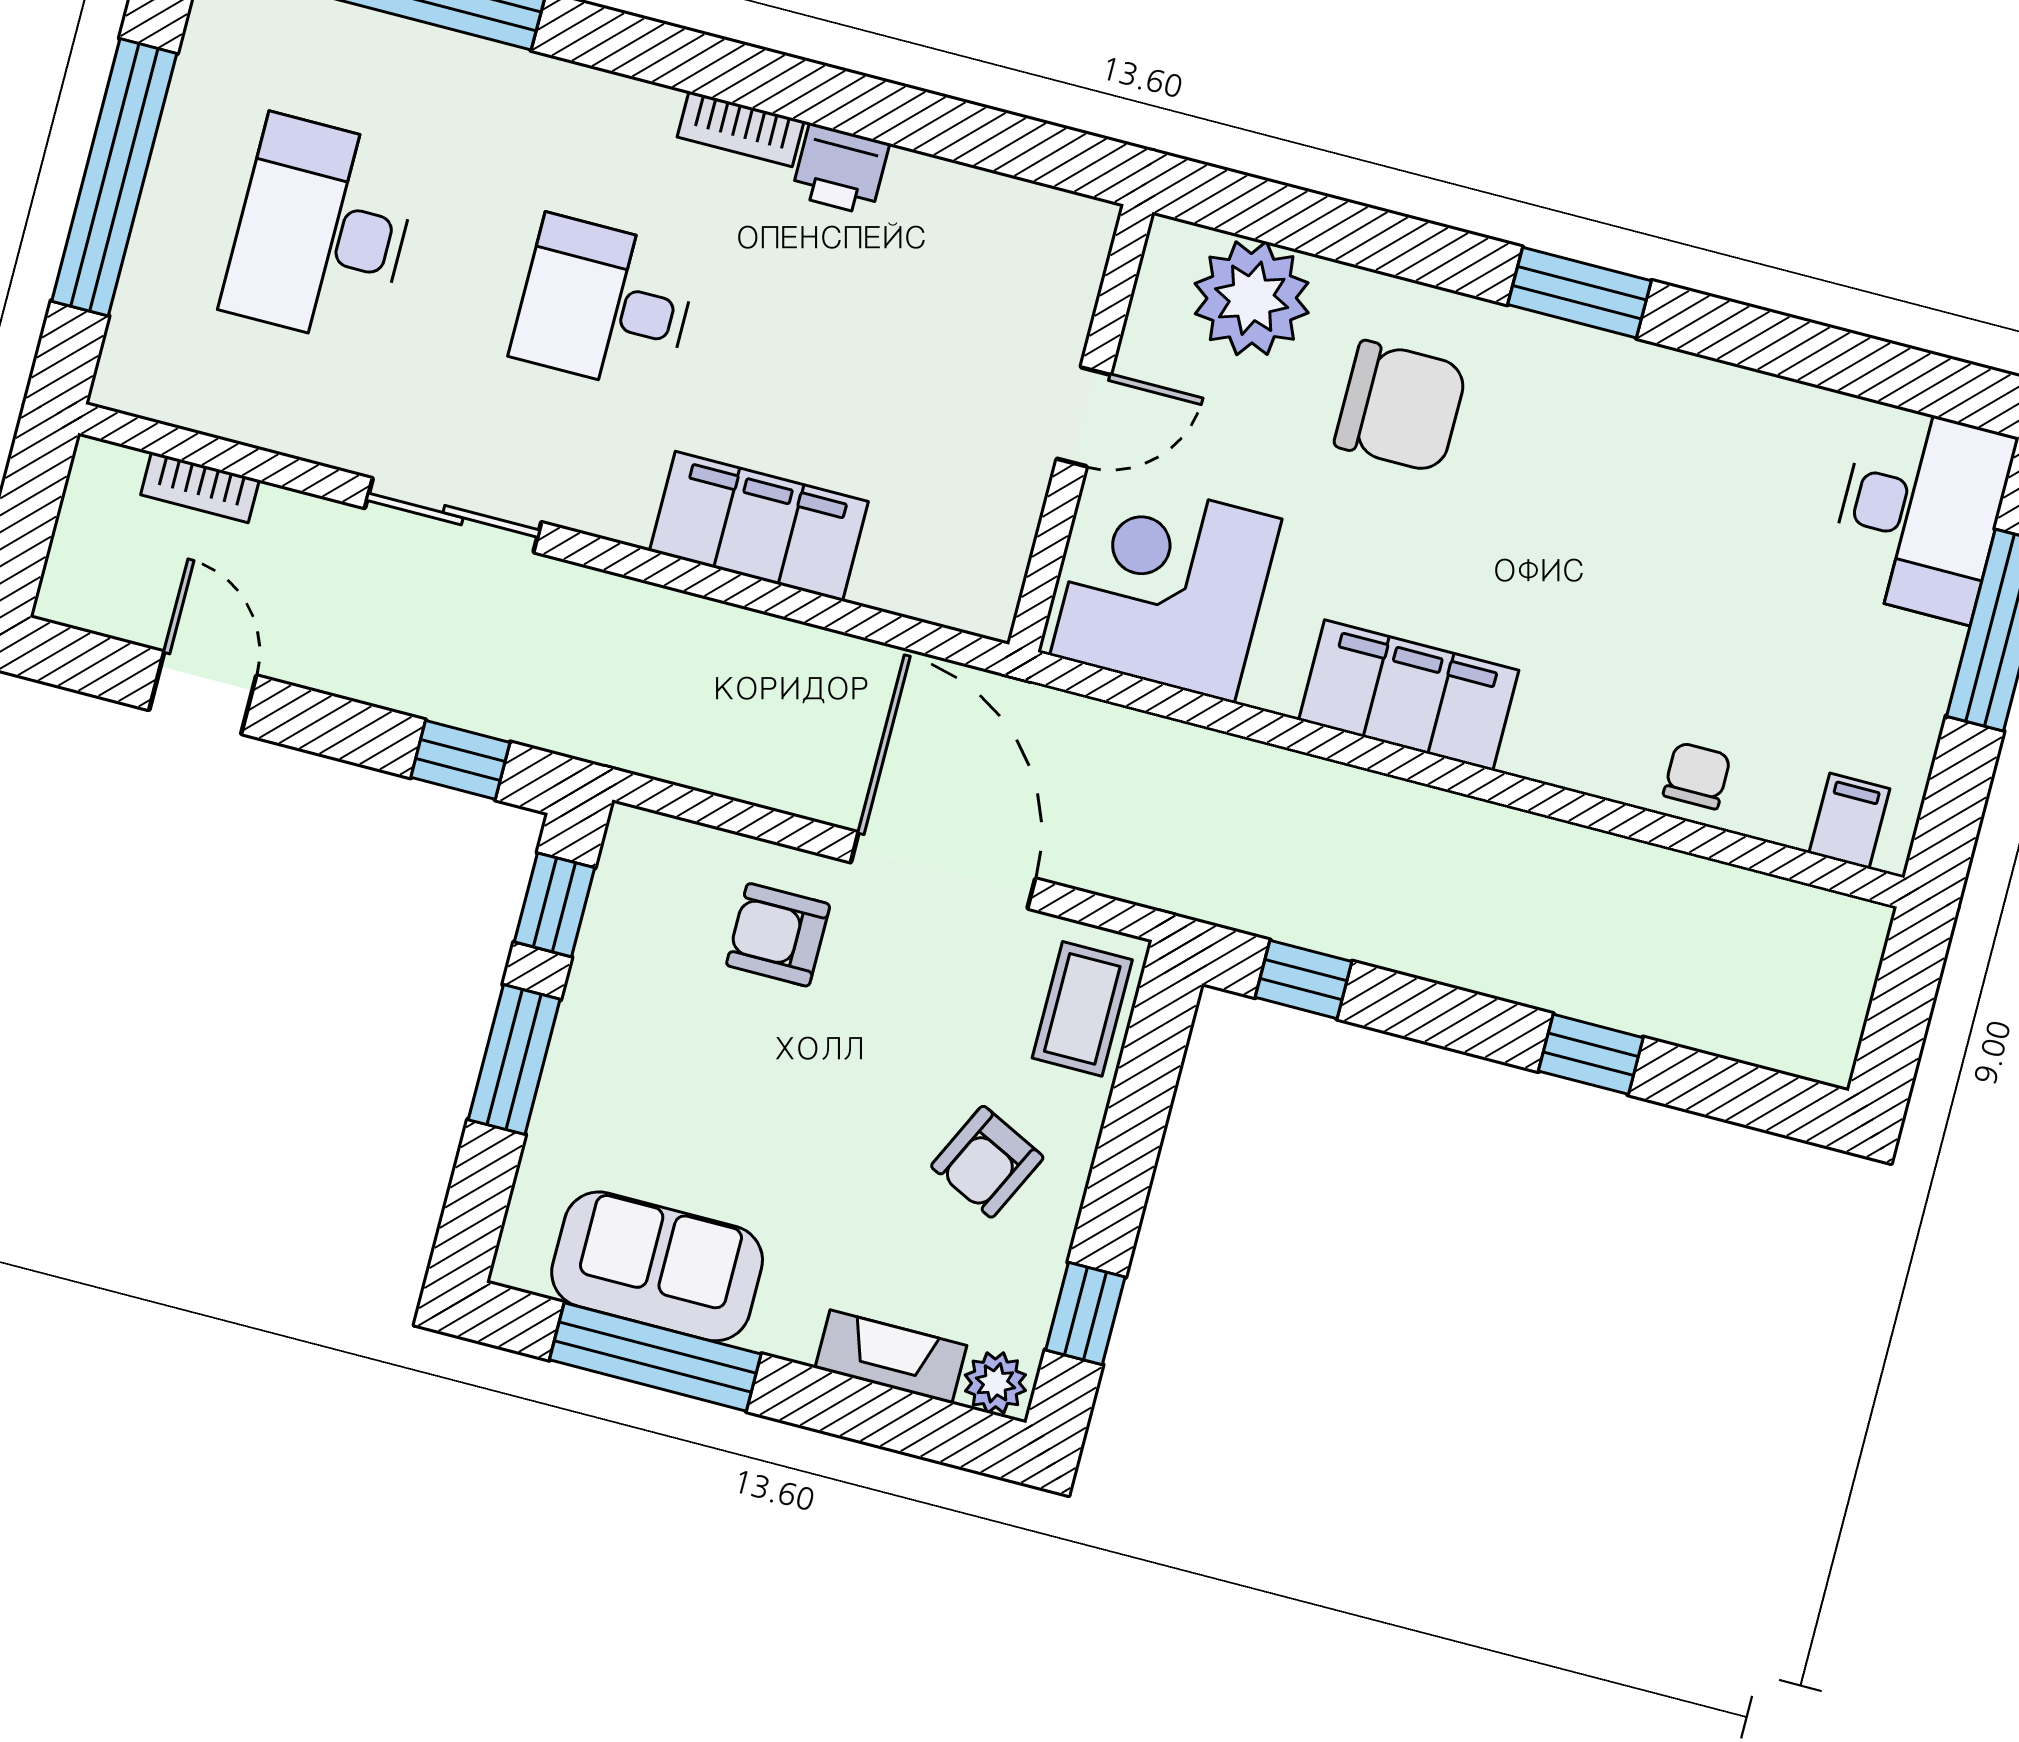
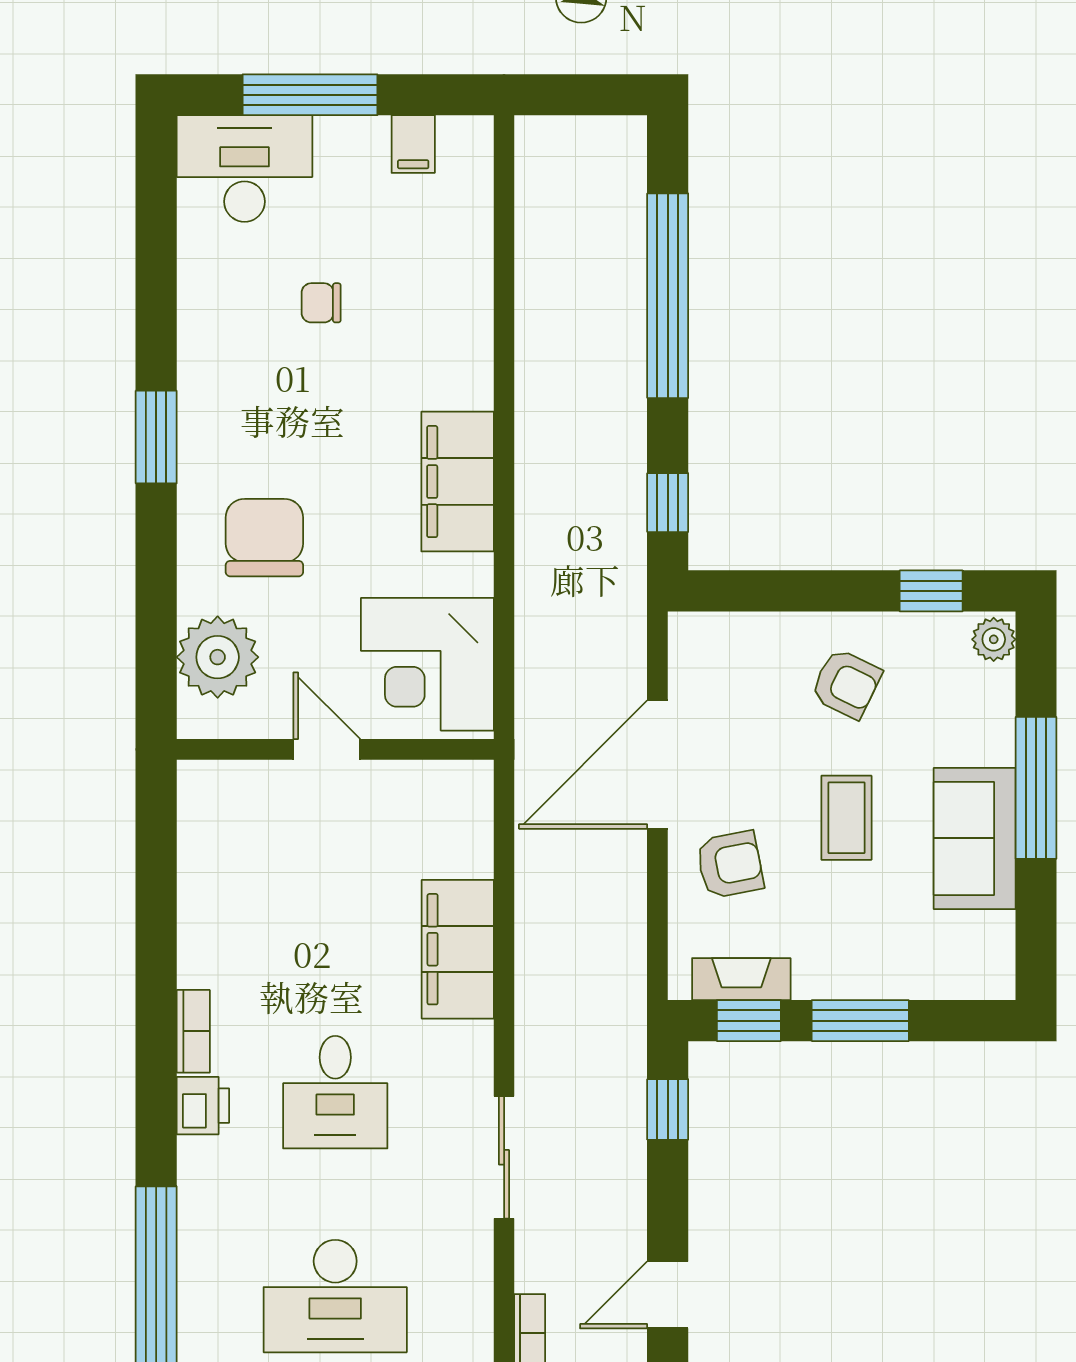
printer: (840, 169) -> (203, 1106), moved
chair: (1697, 776) -> (321, 303), moved
filing cabinet: (1849, 821) -> (413, 144), moved, turned -90
armchair: (778, 935) -> (730, 865), turned -101
coffee table: (1082, 1009) -> (846, 818), moved, turned 90
window: (1591, 1054) -> (668, 296), width x3.17
sofa: (657, 1266) -> (975, 838), moved
window: (655, 1357) -> (1036, 788), moved
fireplace: (891, 1357) -> (741, 979), moved, turned 90

